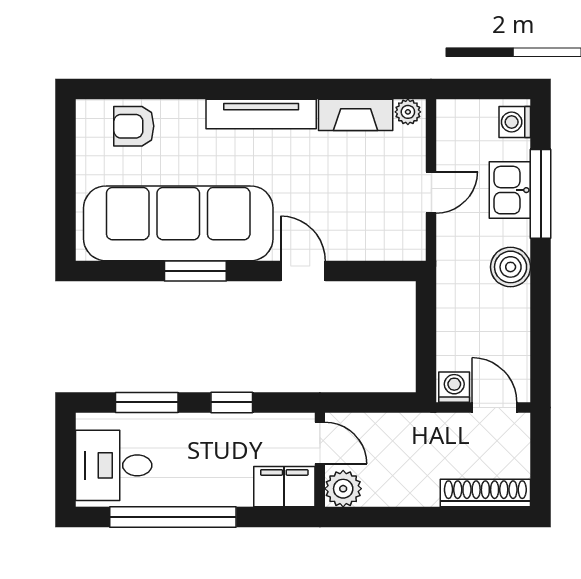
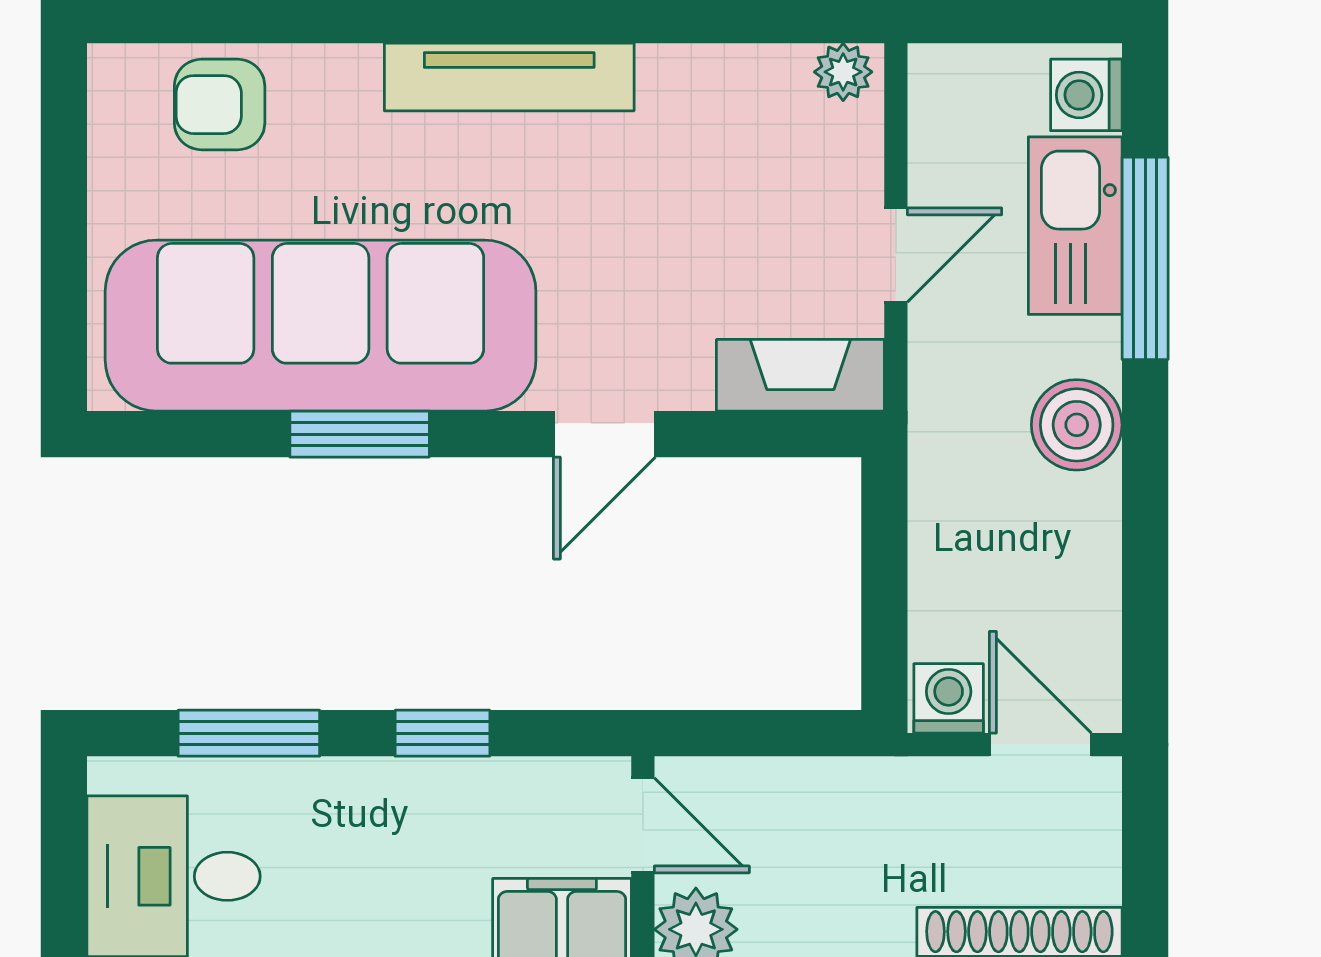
fireplace: (356, 115) -> (800, 375), moved, turned 180
kitchen sink: (510, 190) -> (1075, 226), width x1.38
door: (303, 271) -> (604, 434), swing flipped

